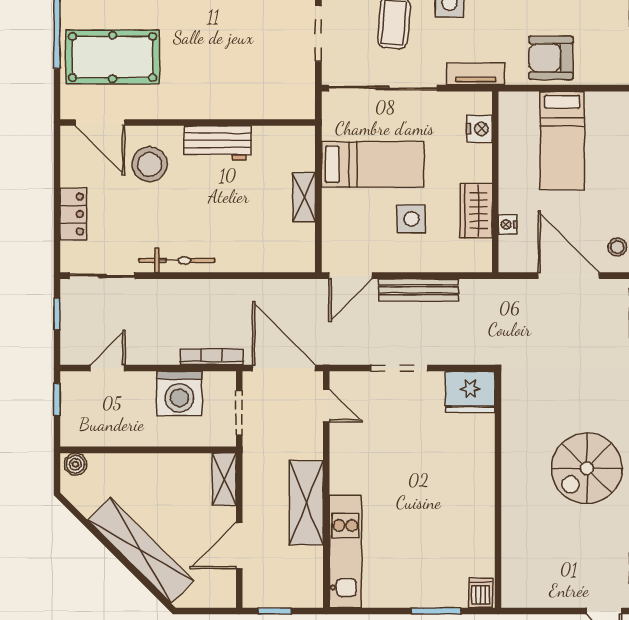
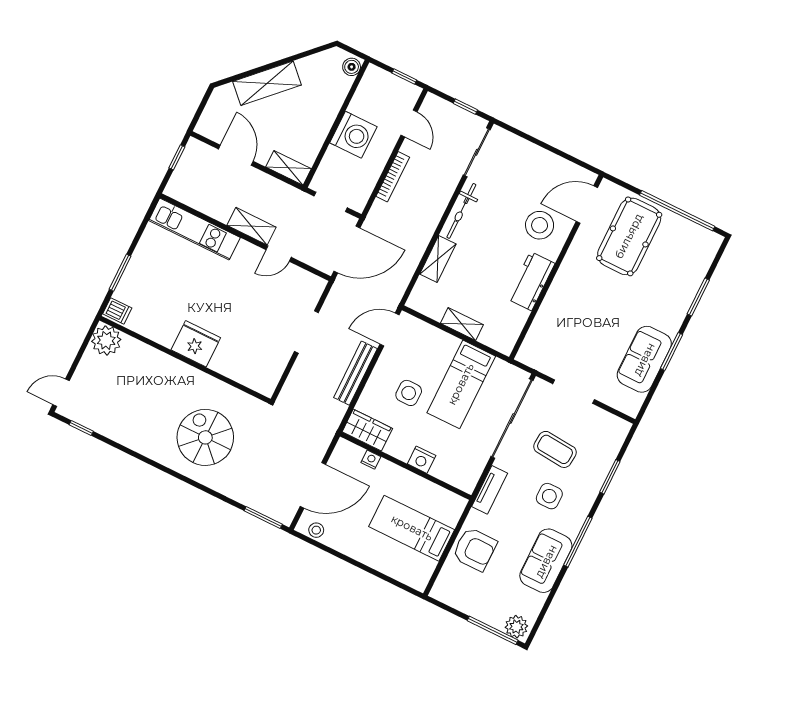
armchair: (551, 58) -> (475, 549), turned 90
nightstand: (479, 129) -> (422, 460), moved
wardrobe: (476, 211) -> (367, 430), moved
locker: (73, 214) -> (531, 153), removed
shelving: (244, 260) -> (438, 259), added
door: (350, 276) -> (390, 330), hinge flipped
bookcase: (212, 357) -> (393, 177), moved
fridge: (470, 392) -> (196, 344), moved, turned 90
washing machine: (179, 393) -> (353, 135), moved, turned 180
door: (326, 406) -> (279, 254), moved
spiral stairs: (587, 468) -> (205, 437), moved
shelving: (306, 503) -> (252, 226), width x0.67, depth x0.75
shelving: (141, 550) -> (267, 83), width x0.68
plant: (520, 589) -> (106, 340), added

